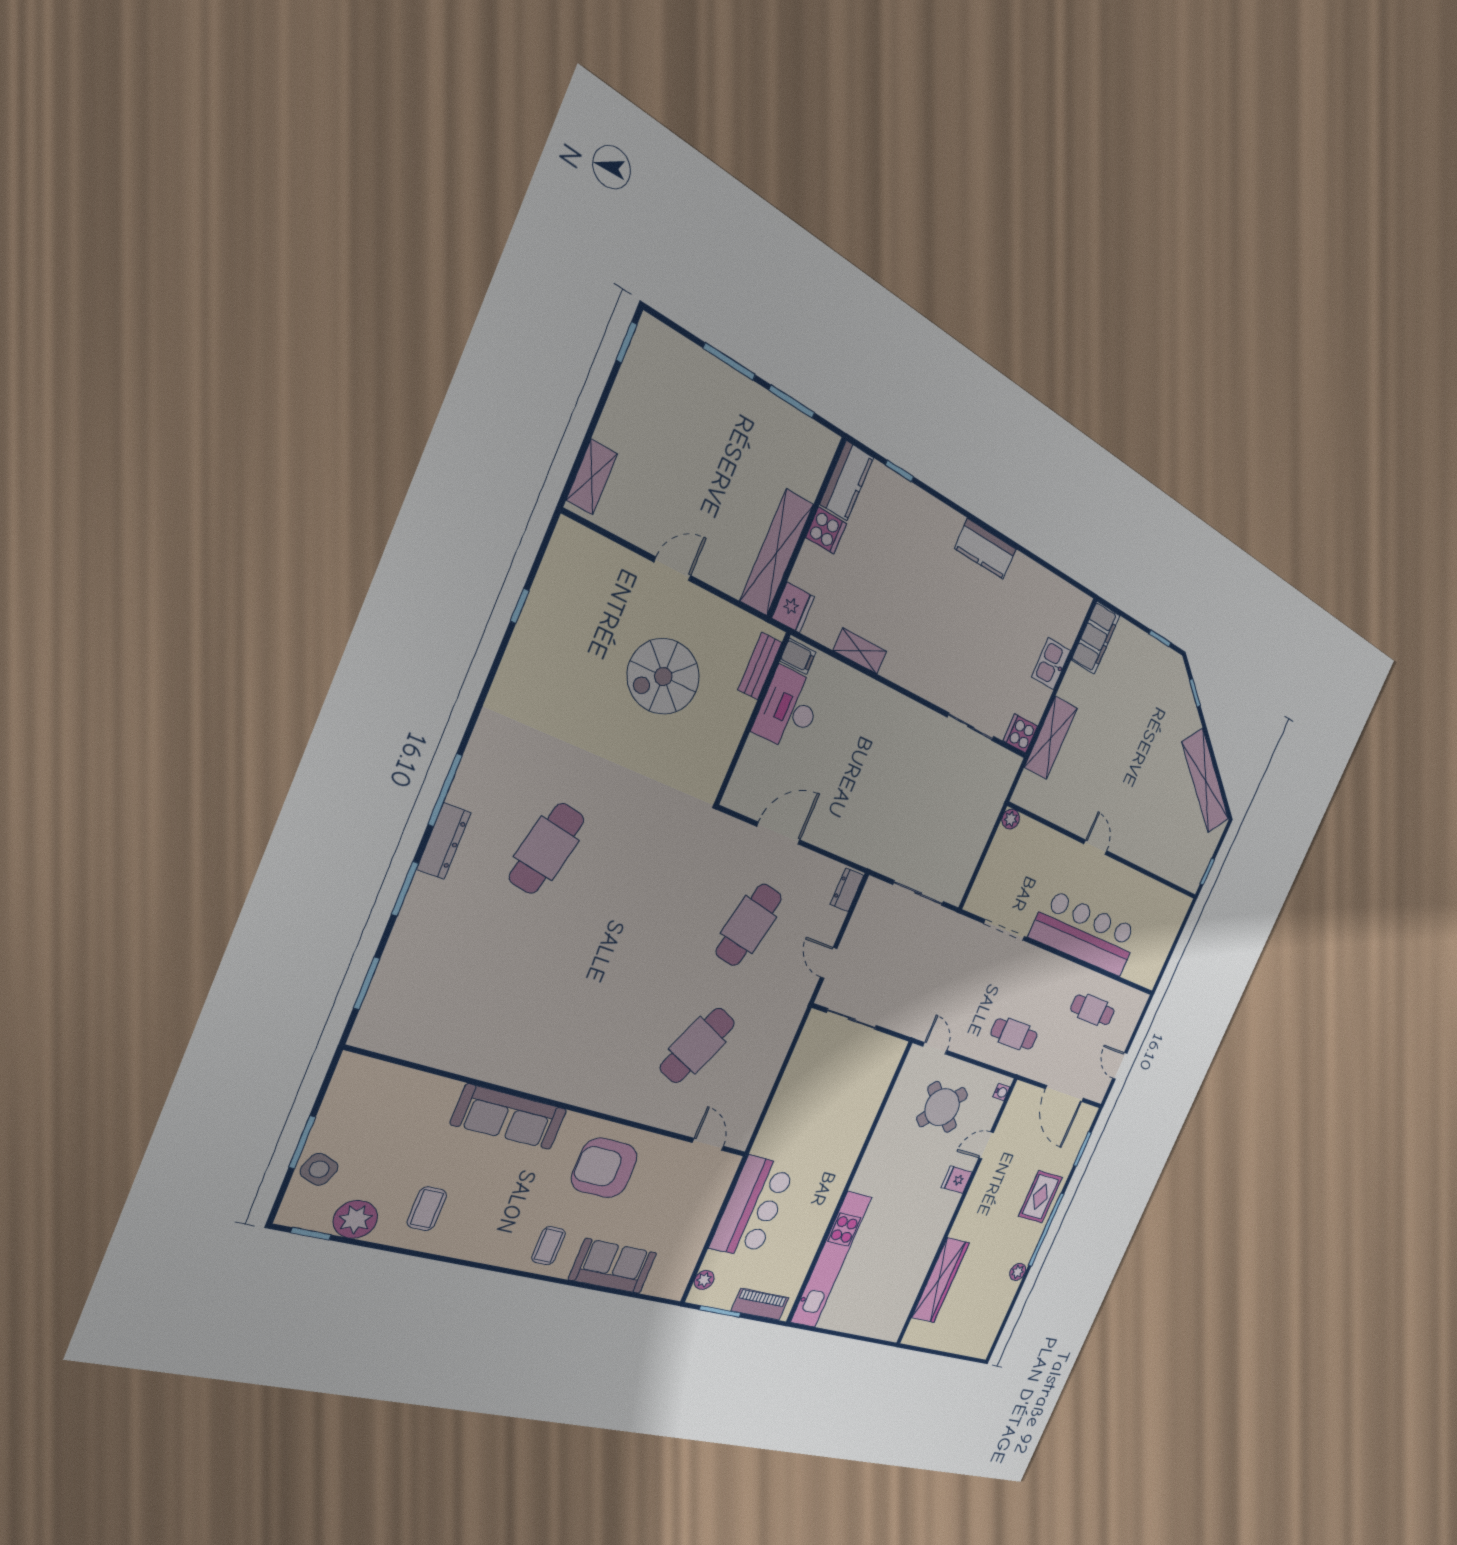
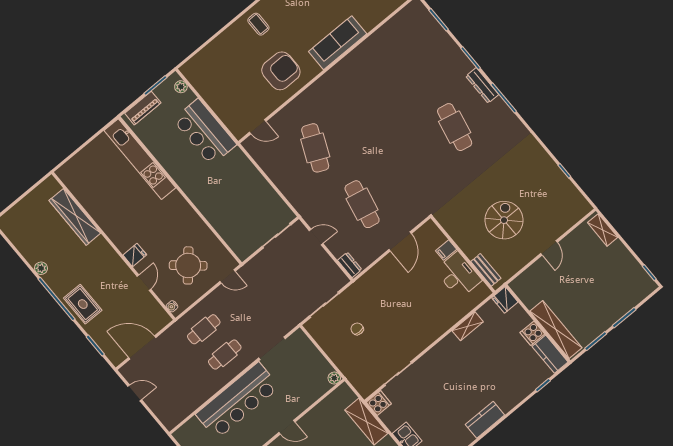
shelving: (777, 553) -> (556, 330), moved
filing cabinet: (798, 657) -> (446, 250), moved
chair: (932, 825) -> (357, 329), added
cafe table: (1093, 1010) -> (225, 355), moved
sofa: (613, 1266) -> (224, 47), removed

